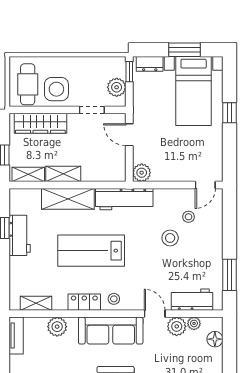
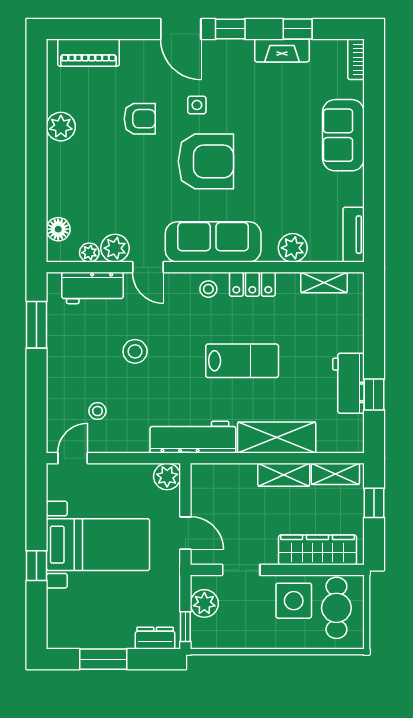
bed with nightstands: (194, 91) -> (98, 545), moved, turned 90
stool: (170, 238) -> (135, 351), moved
lab bench: (91, 251) -> (242, 361), width x0.73, depth x0.72

